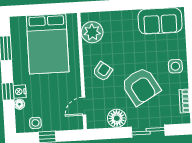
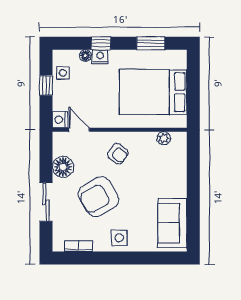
plant: (92, 32) -> (164, 138), width x0.53, depth x0.53
nightstand: (76, 123) -> (60, 120), added

